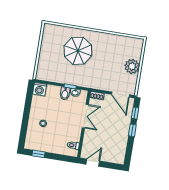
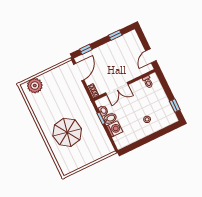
plant: (132, 66) -> (35, 86), moved
washing machine: (40, 89) -> (115, 129), moved
double door: (85, 116) -> (117, 89), swing flipped
window: (132, 130) -> (115, 35), moved
door: (93, 163) -> (151, 56), hinge flipped

